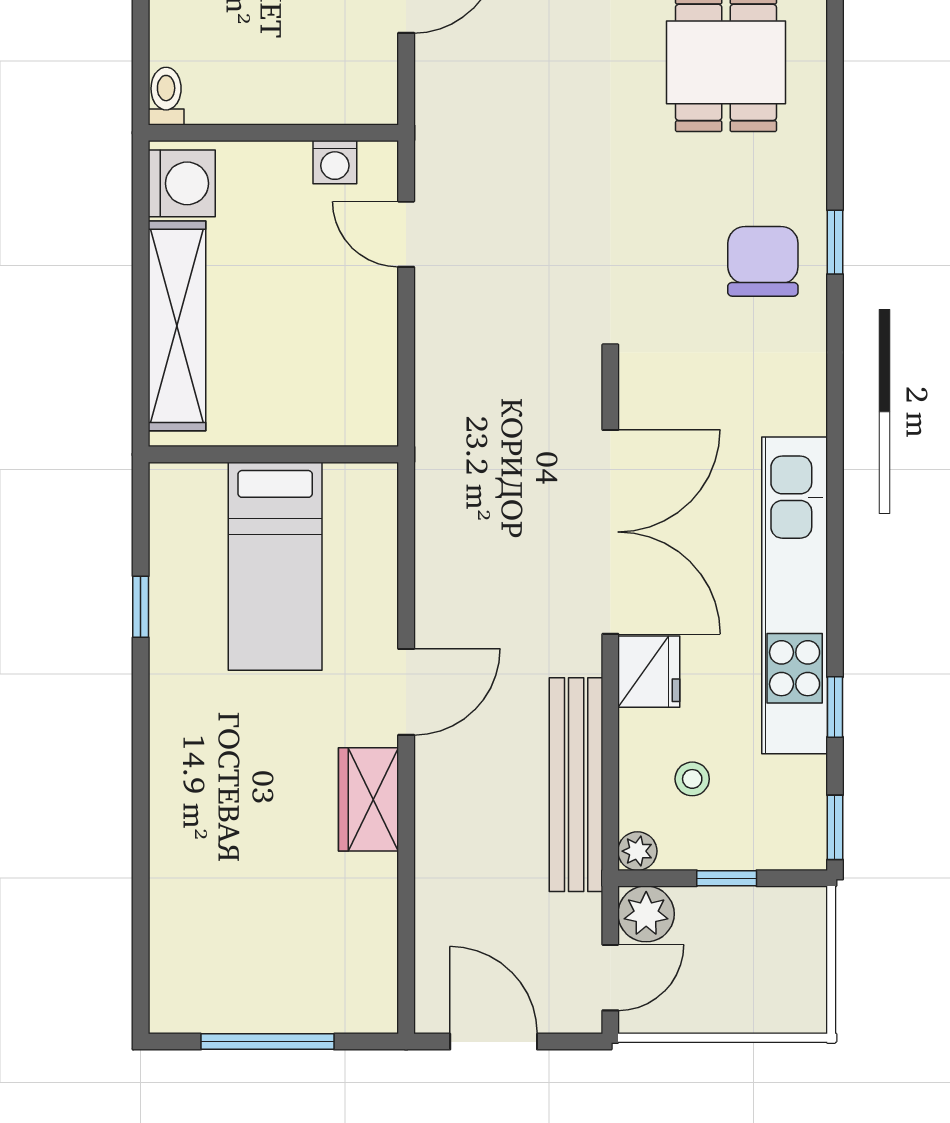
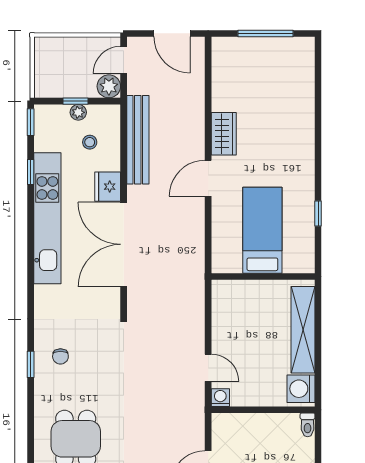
washing machine: (335, 162) -> (220, 398), moved
chair: (763, 261) -> (60, 356), width x0.54, depth x0.54
plant: (637, 851) -> (78, 112), moved

